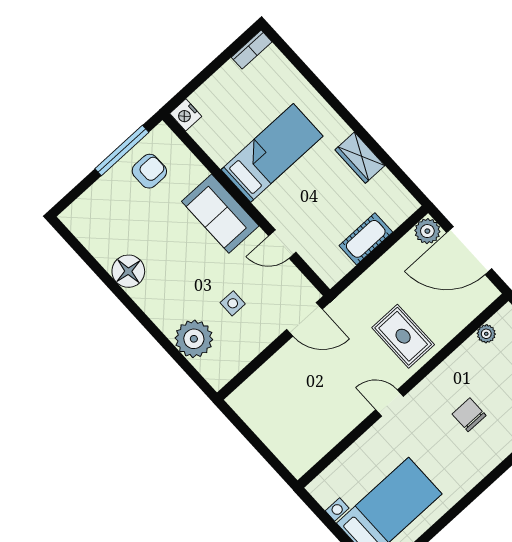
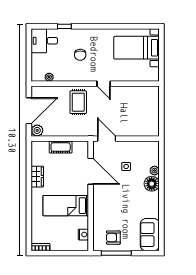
nightstand: (186, 115) -> (83, 235), moved
sofa: (220, 214) -> (150, 235), moved, turned 180
door: (282, 244) -> (91, 171), width x1.87
door: (469, 251) -> (29, 111), hinge flipped
floor lamp: (128, 271) -> (152, 184), moved
plant: (194, 339) -> (155, 171), width x0.53, depth x0.53

